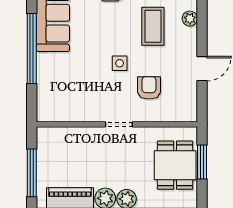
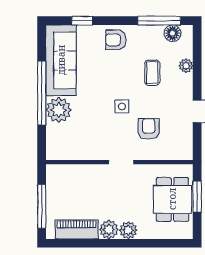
coffee table: (153, 26) -> (152, 73), width x0.73, depth x0.77
plant: (50, 67) -> (59, 110), added

